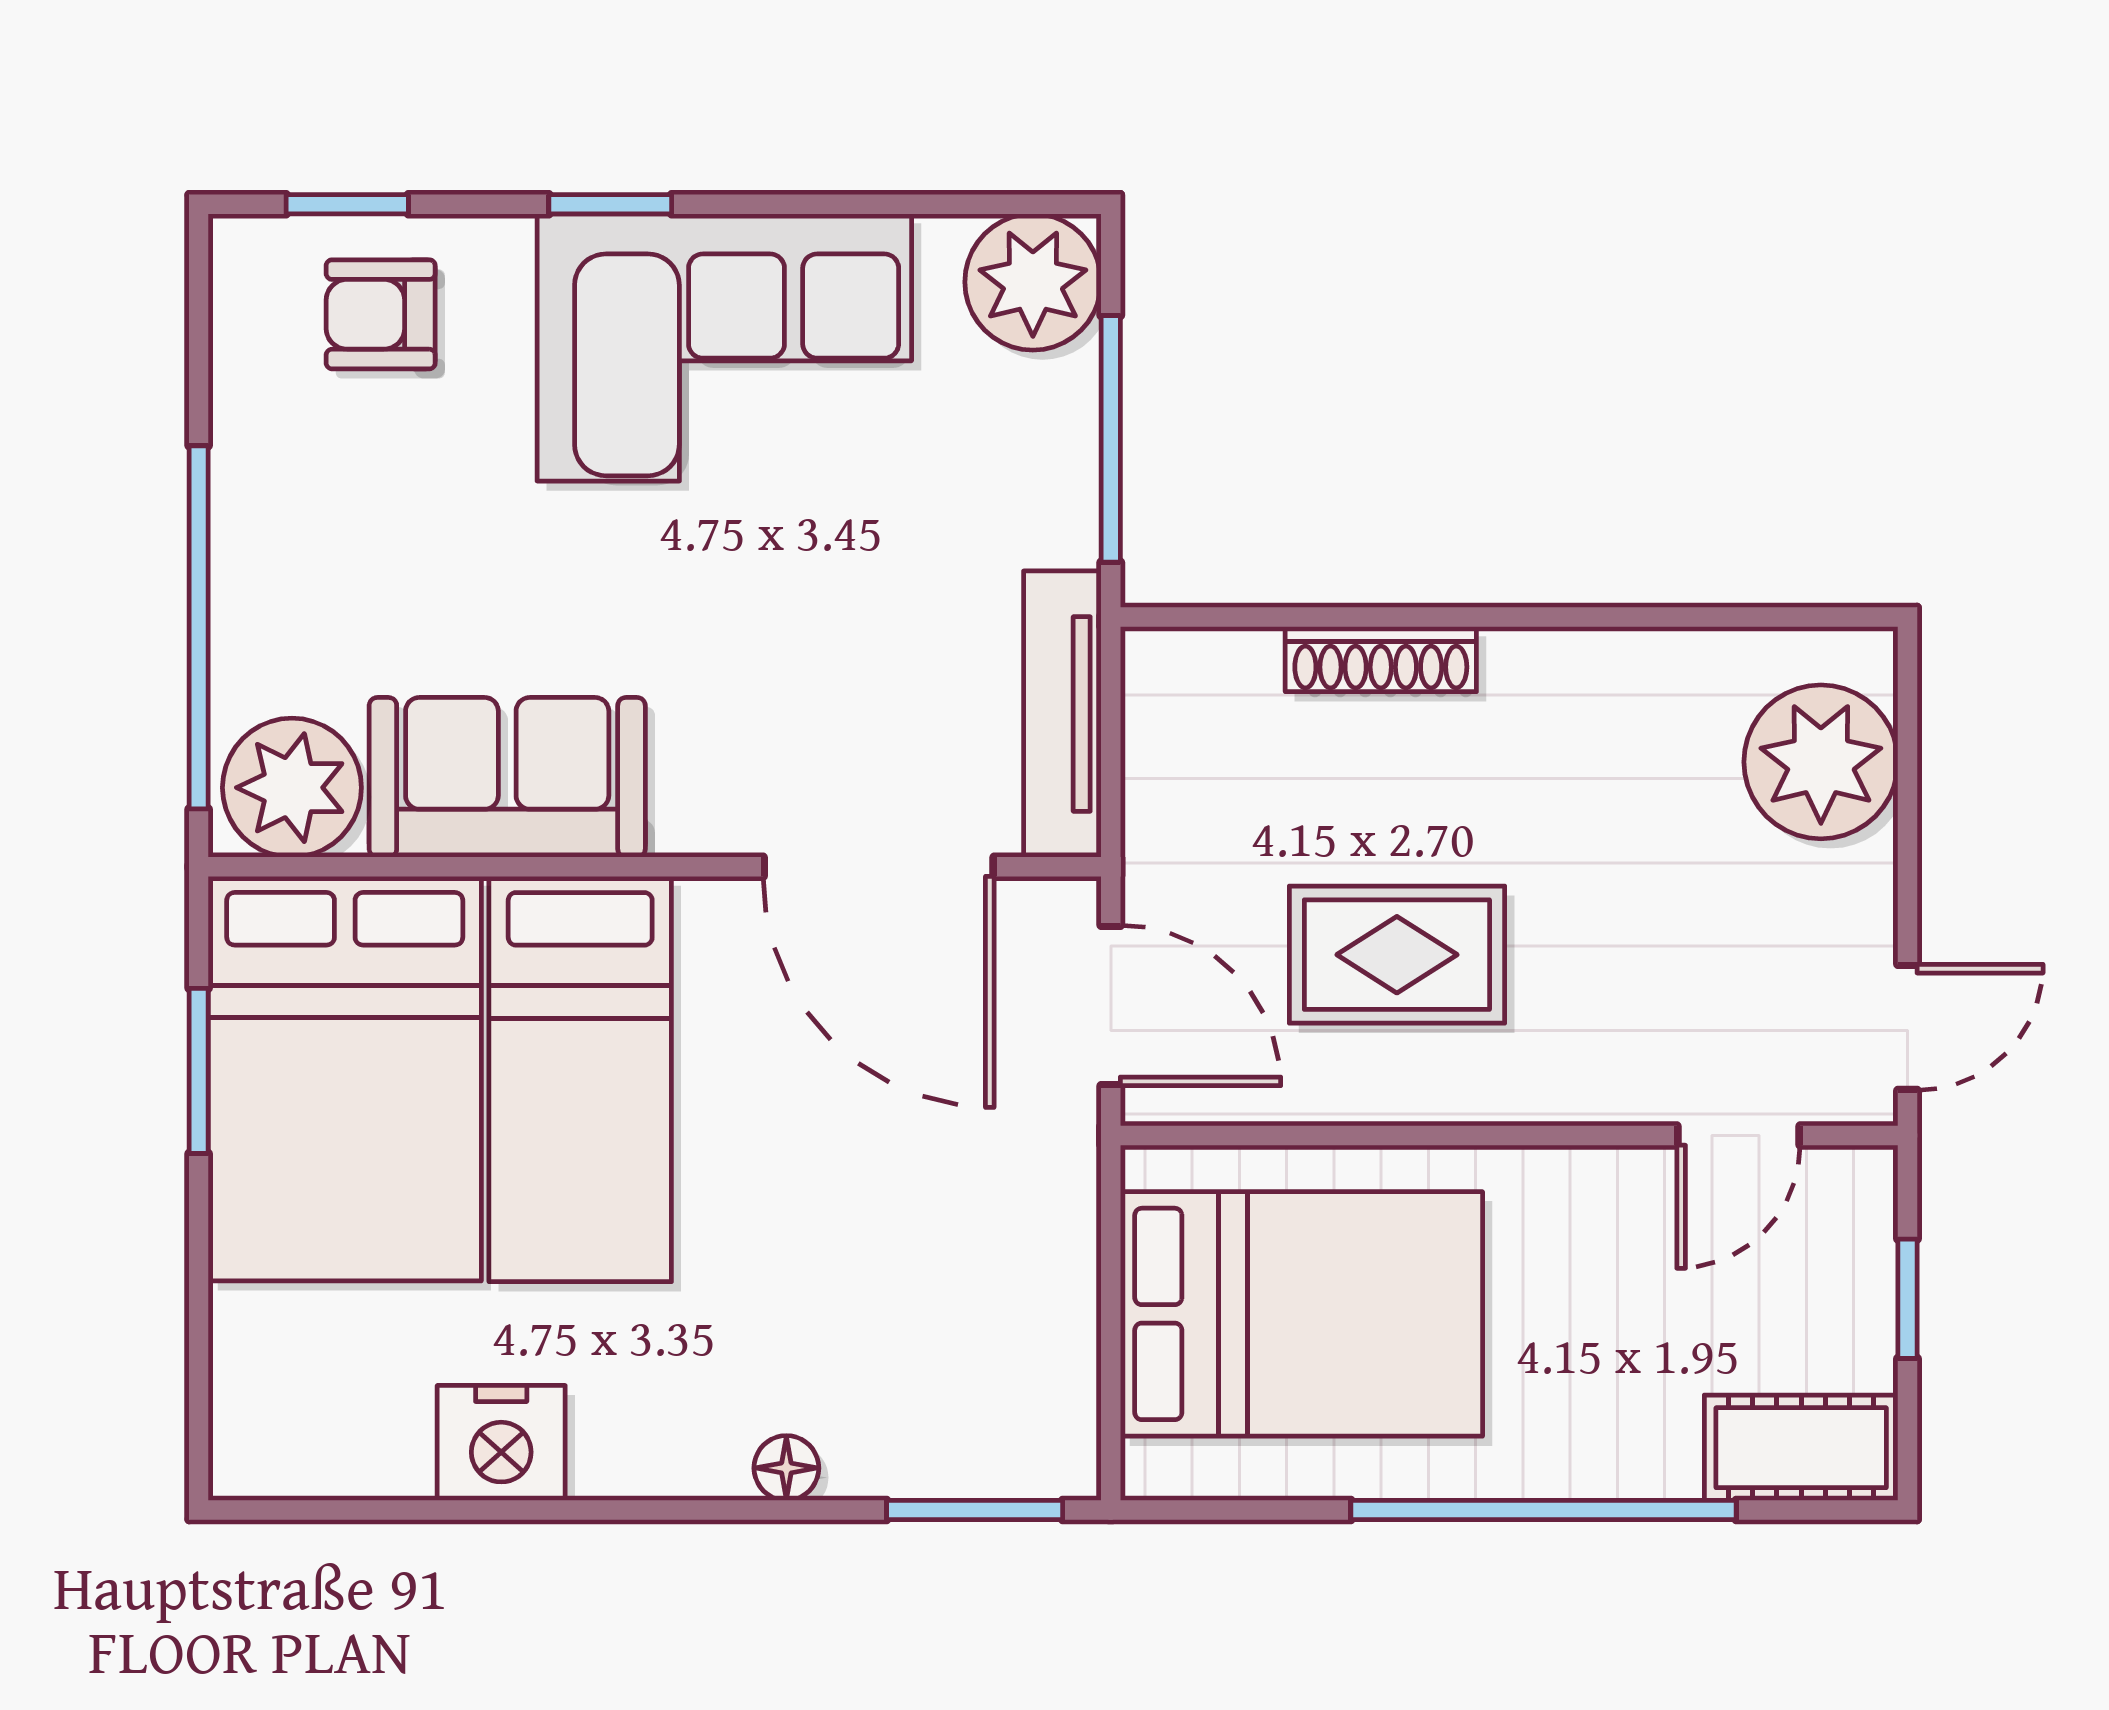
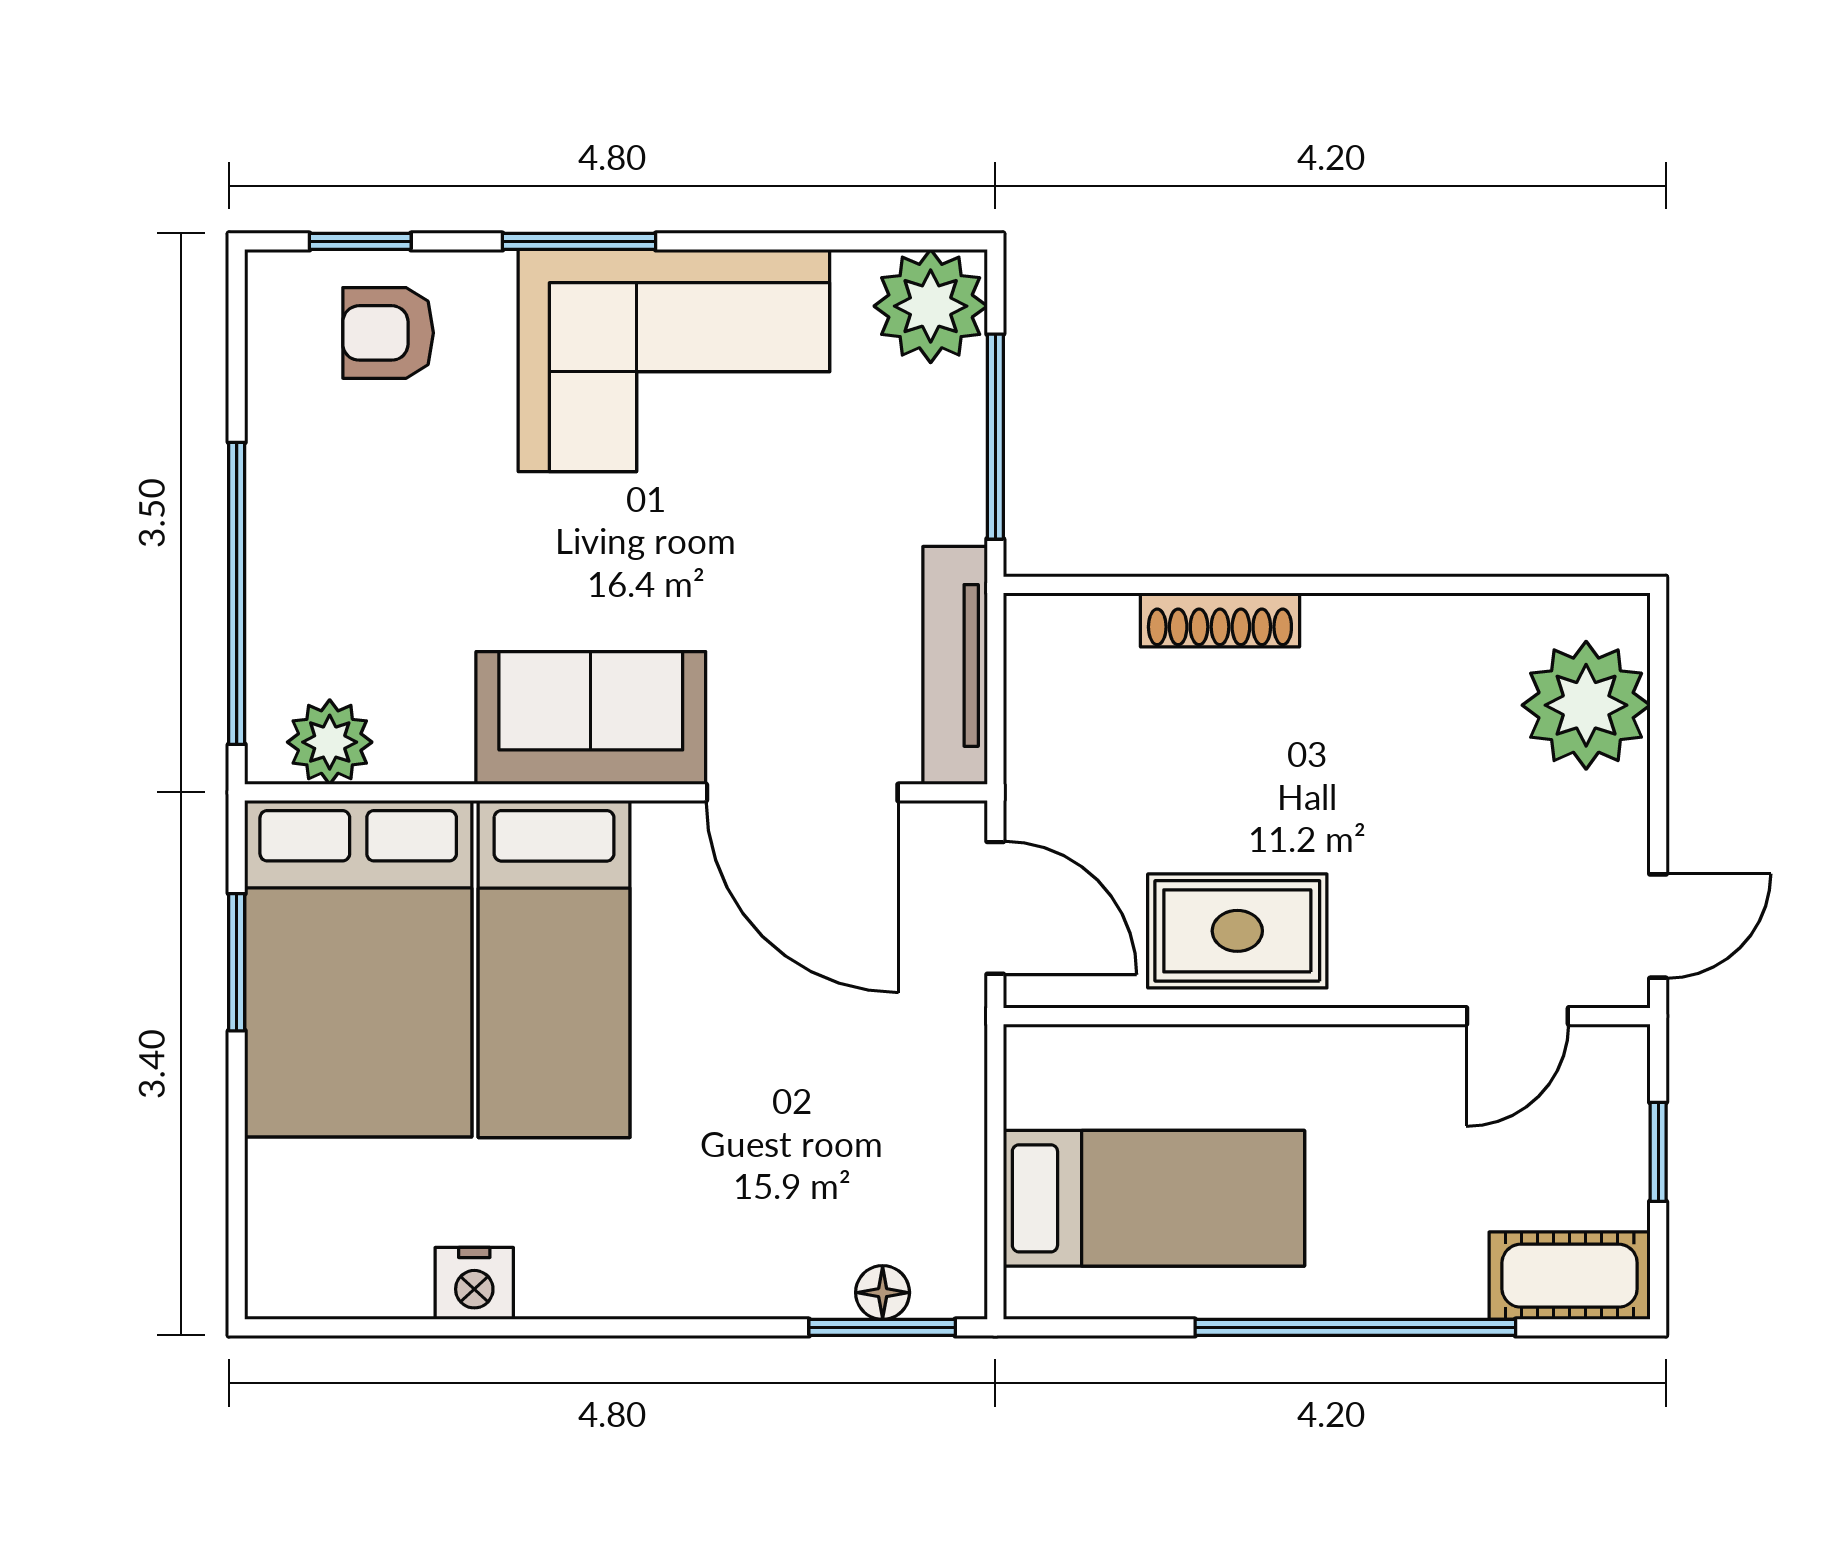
window: (610, 204) -> (579, 241), width x1.50
sofa: (507, 777) -> (591, 718), moved
plant: (292, 788) -> (330, 742), width x0.73, depth x0.73
rug: (1397, 955) -> (1237, 931), moved
bed: (1301, 1314) -> (1154, 1198), width x0.67
nightstand: (501, 1443) -> (474, 1283), width x0.74, depth x0.75
floor lamp: (786, 1468) -> (883, 1293), moved

